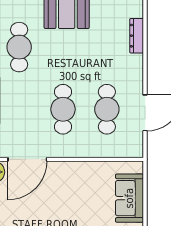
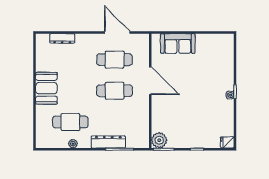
door: (27, 159) -> (150, 81), moved

